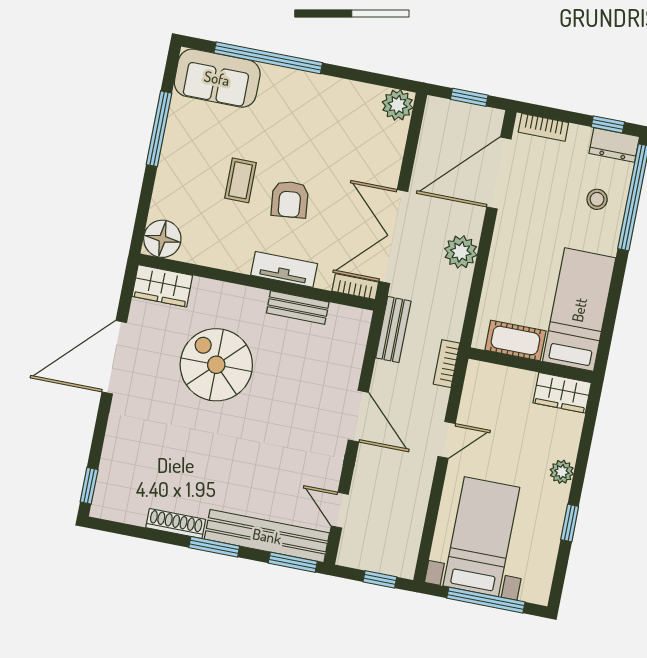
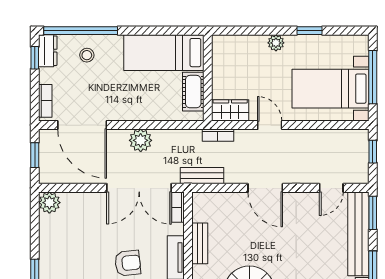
wardrobe: (562, 393) -> (230, 110), moved, turned -90
door: (358, 416) -> (265, 188), swing flipped

